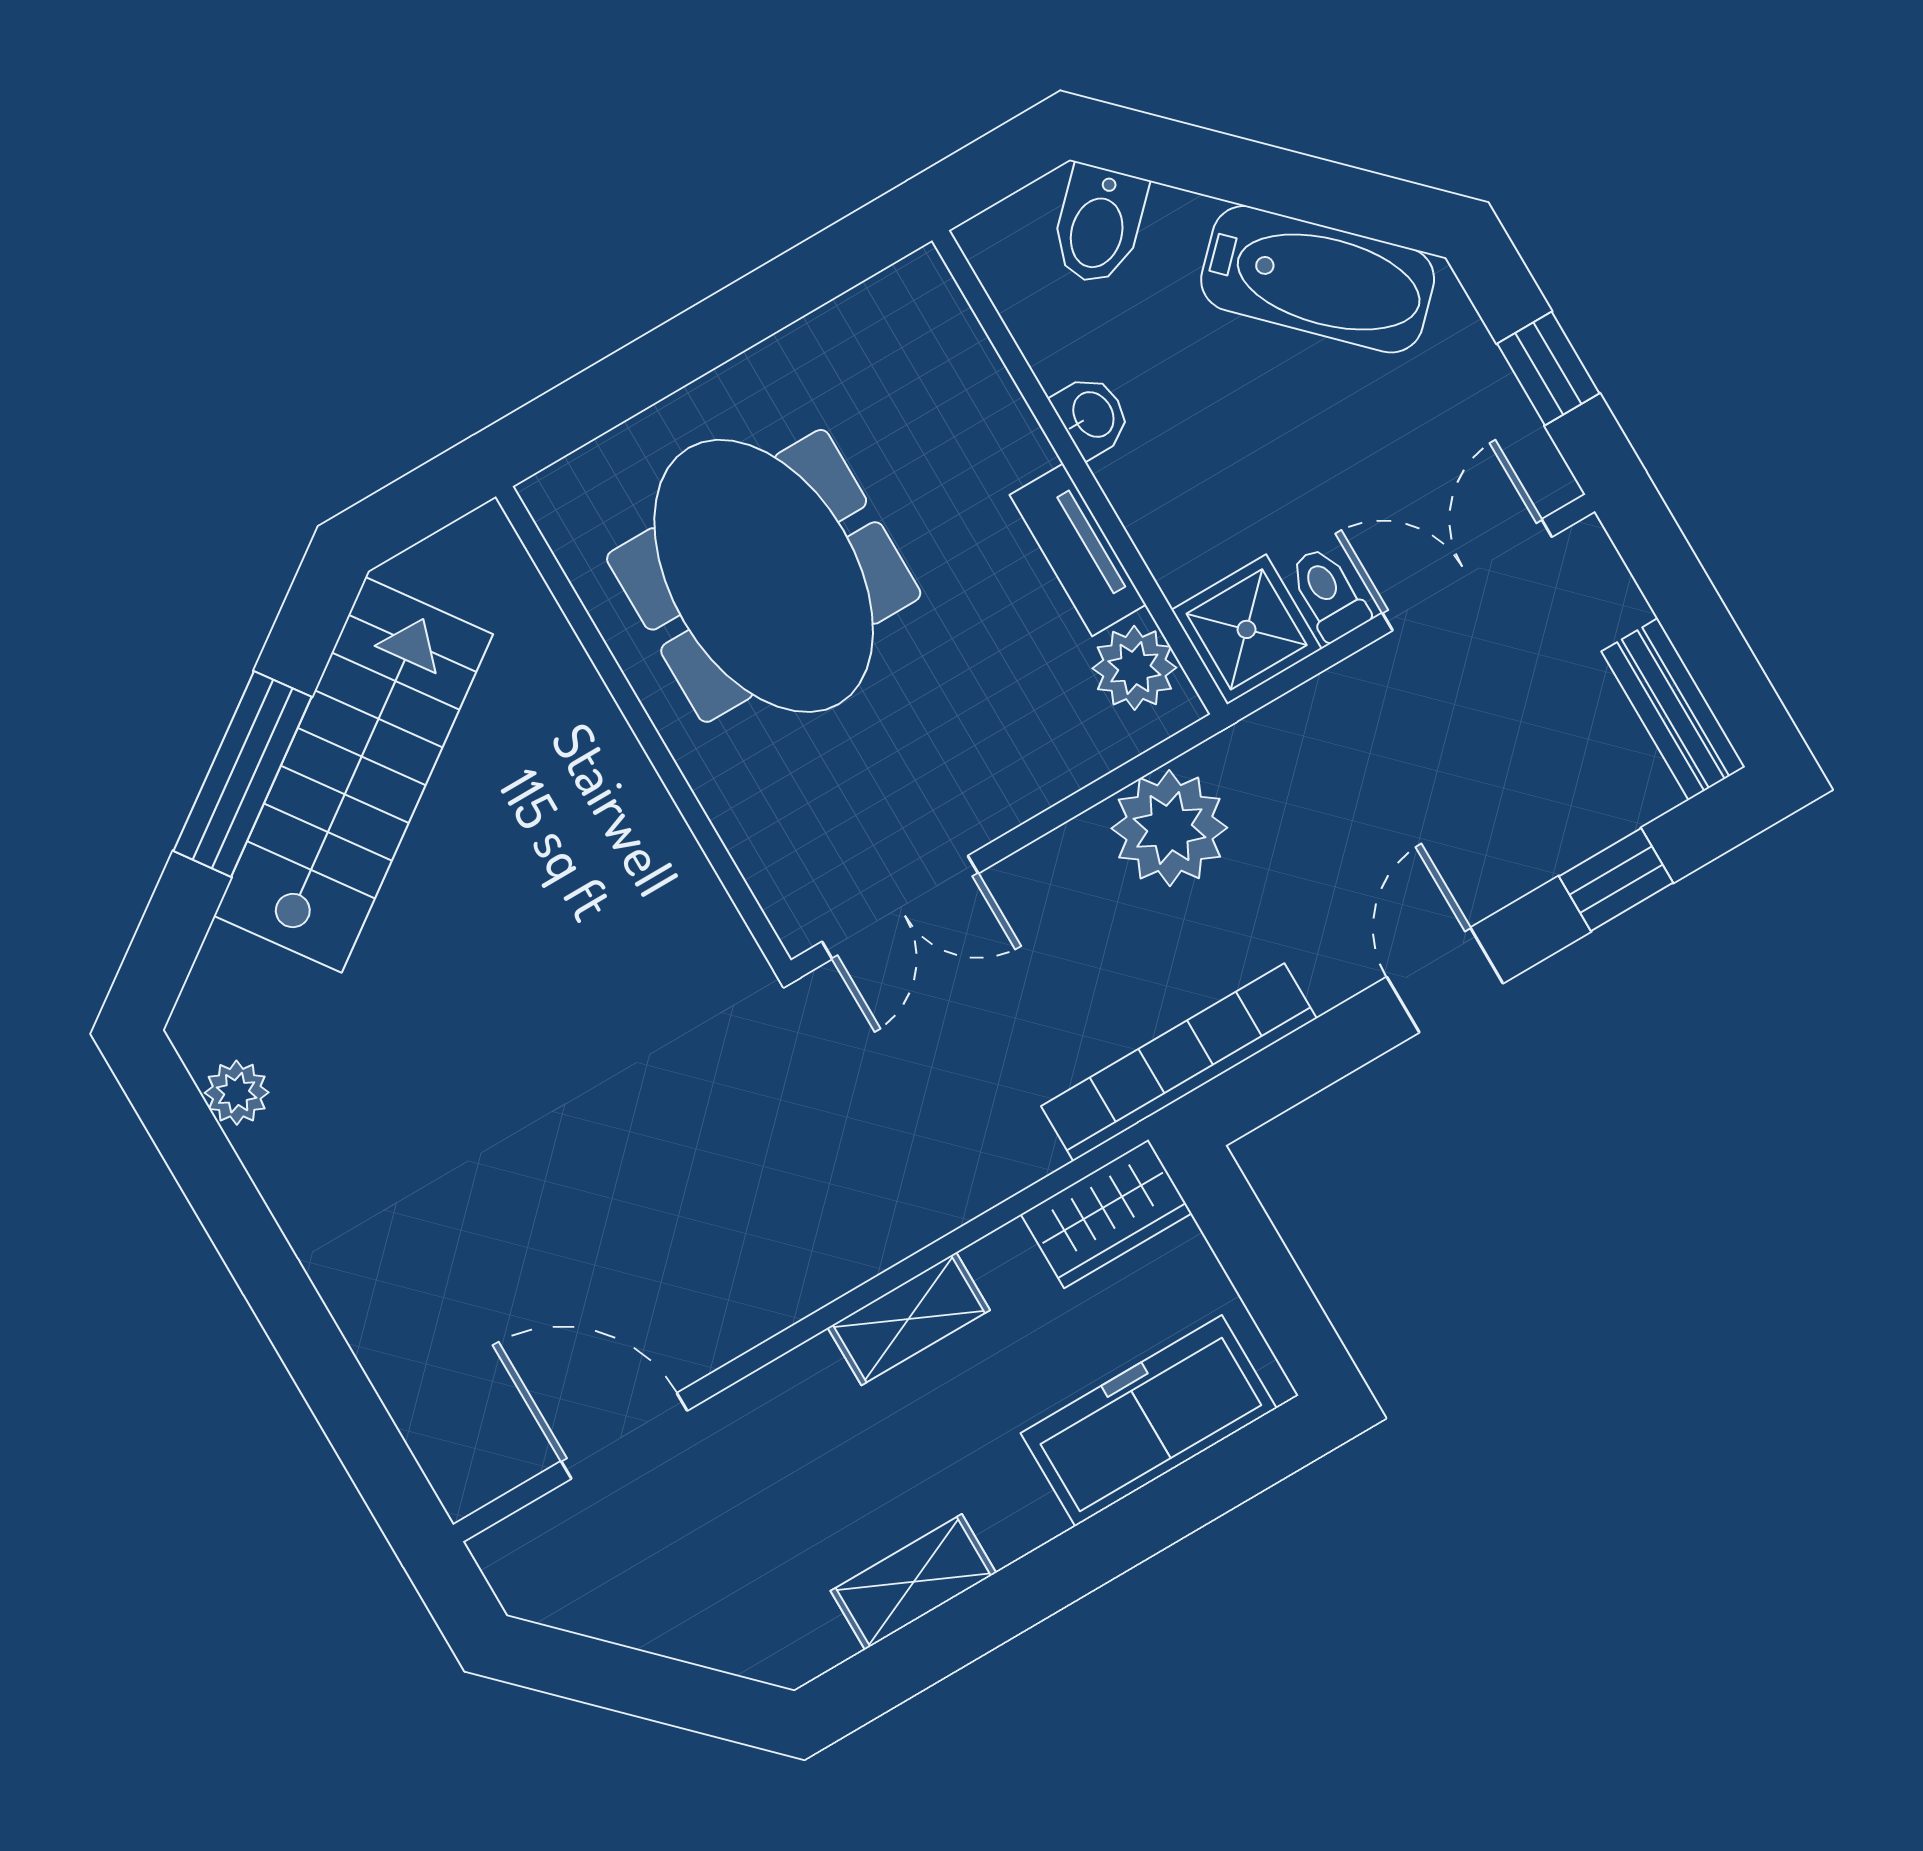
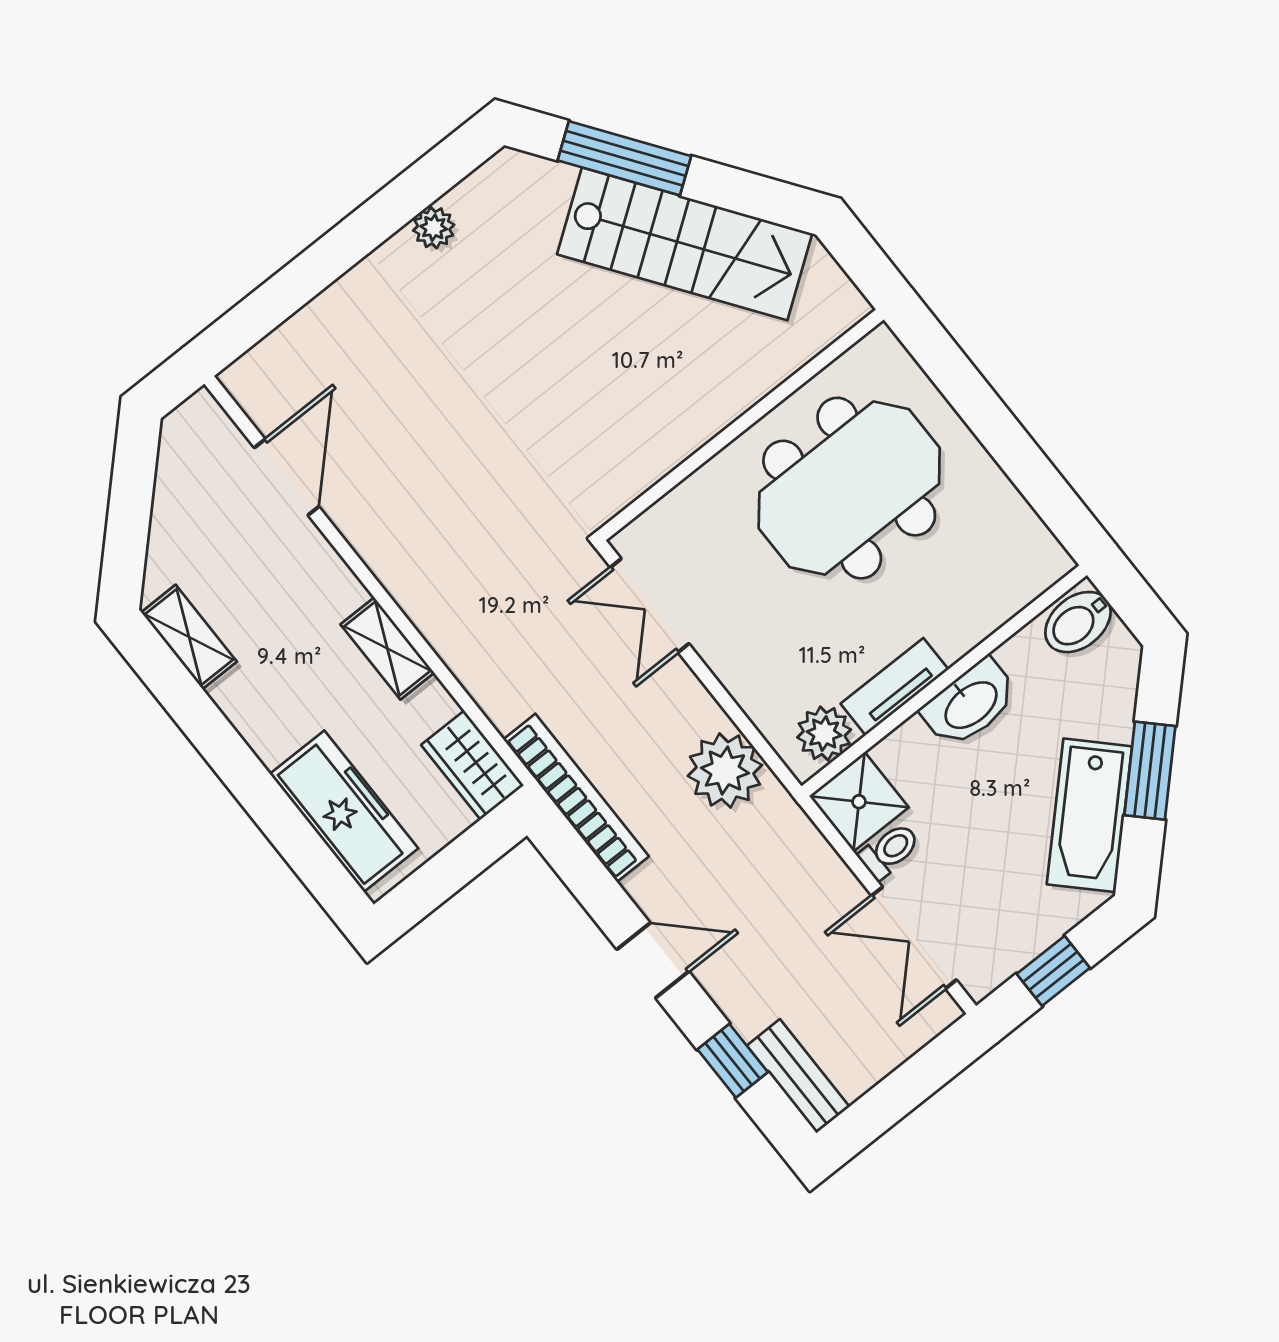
window: (1262, 177) -> (1150, 771), added
bidet: (1099, 225) -> (1078, 622), moved, turned -45
washbasin: (1092, 415) -> (970, 704), width x1.91, depth x1.45
double door: (1467, 575) -> (914, 938), swing flipped
bench: (1673, 709) -> (798, 1076), moved, turned 90
window: (243, 774) -> (624, 158), moved
plant: (237, 1093) -> (434, 228), moved
shelving: (913, 1582) -> (189, 637), moved

